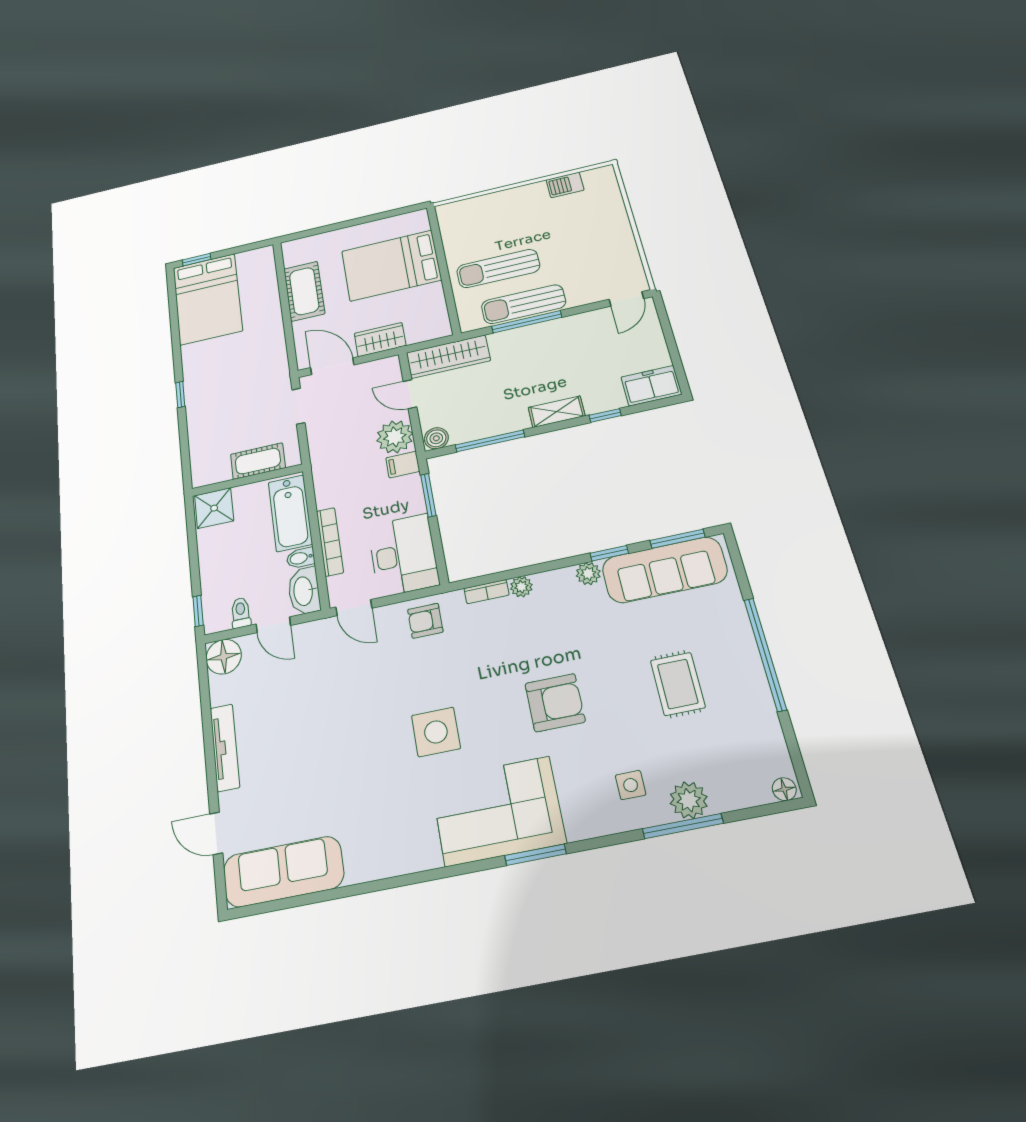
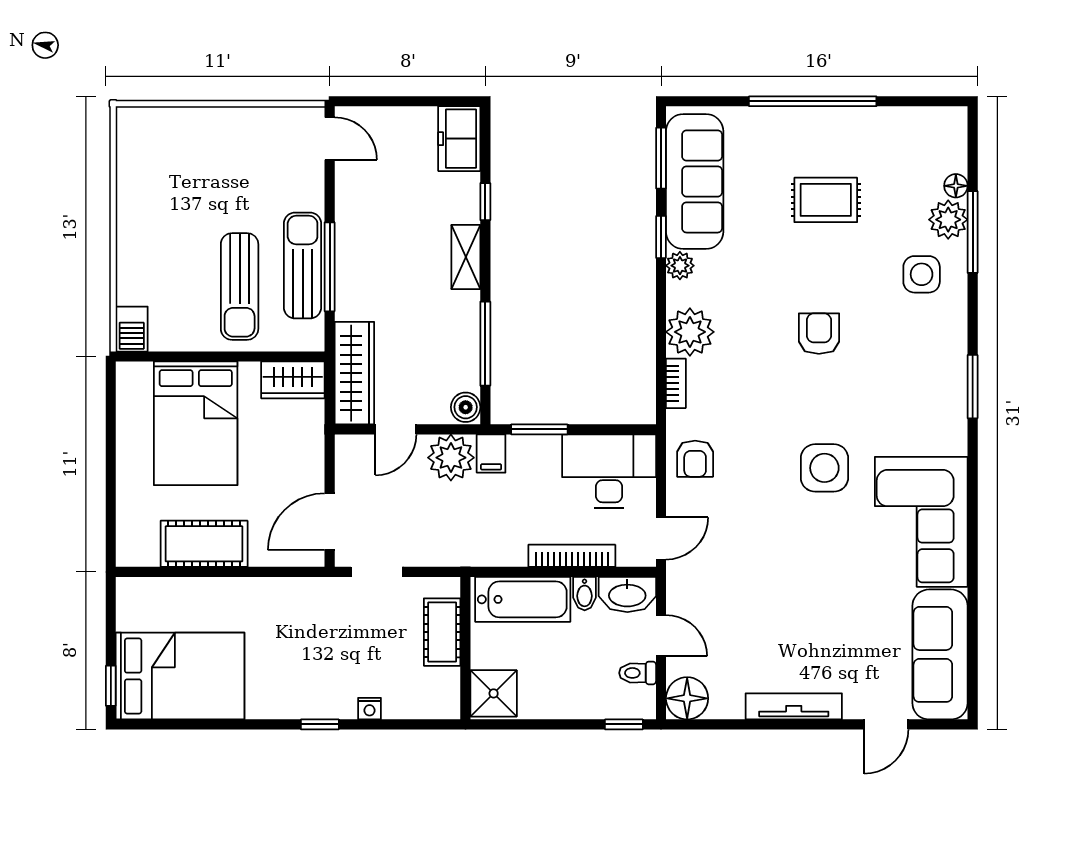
barbecue: (565, 185) -> (132, 329), moved
sun lounger: (524, 304) -> (303, 265), turned 180
wardrobe: (380, 340) -> (293, 380), moved, turned -90
nightstand: (195, 425) -> (370, 709), added
plant: (521, 587) -> (690, 332), width x1.88, depth x1.88
door: (273, 625) -> (661, 636), hinge flipped
armchair: (555, 703) -> (819, 334), width x0.72, depth x0.72
side table: (631, 785) -> (922, 274), width x1.37, depth x1.37
floor lamp: (784, 789) -> (956, 186), moved
corner sofa: (498, 811) -> (921, 522), moved

